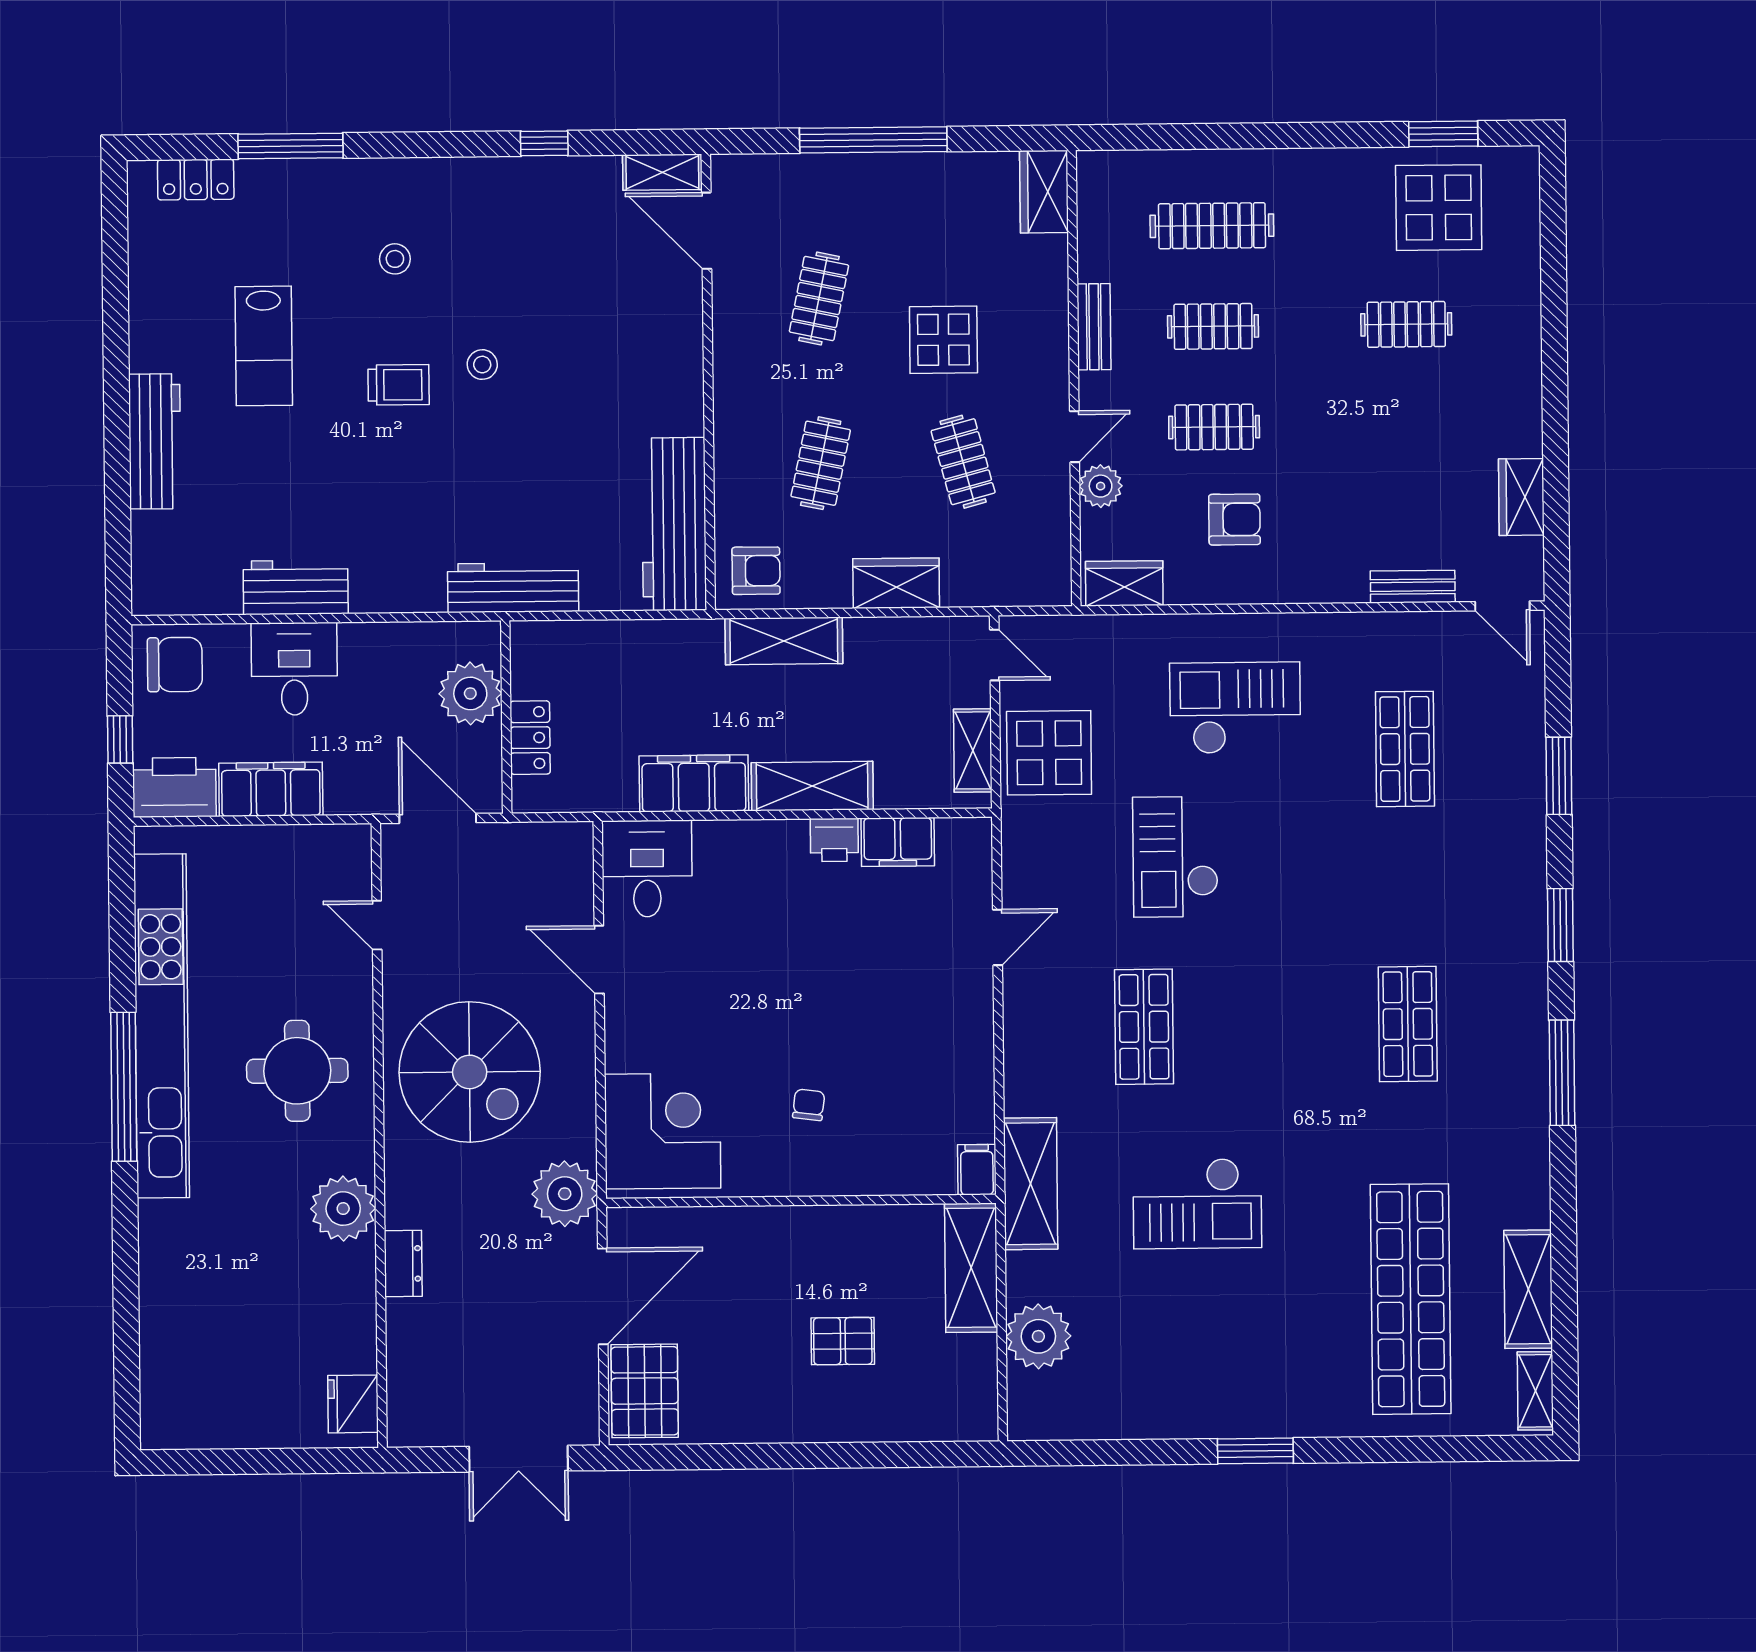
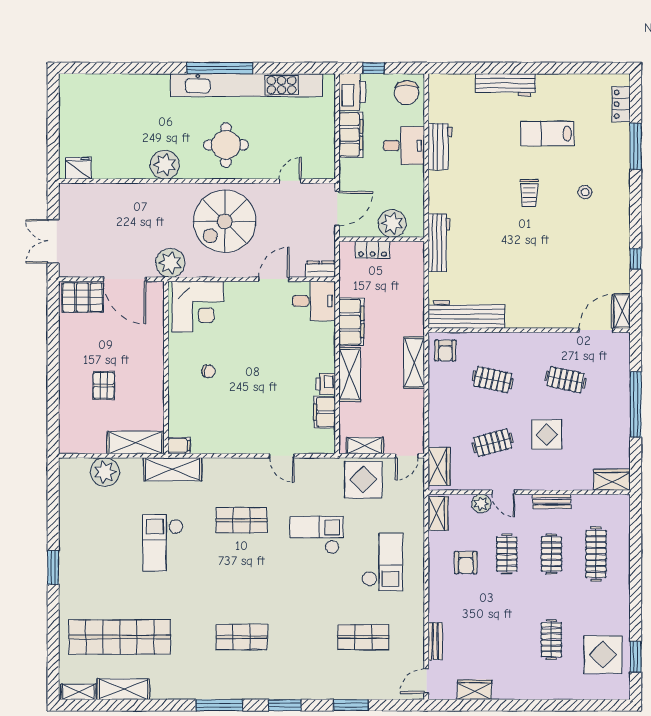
stool: (482, 365) -> (538, 230), removed
wardrobe: (896, 583) -> (439, 466), moved
dresser: (403, 1264) -> (321, 269), moved, turned 180

